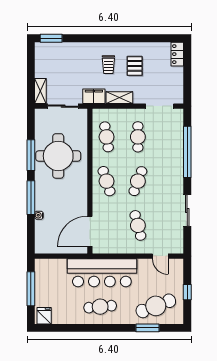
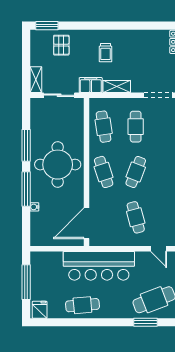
pallet: (135, 66) -> (61, 45), moved
round table: (58, 156) -> (58, 165), moved
cafe table: (100, 307) -> (82, 305), moved

